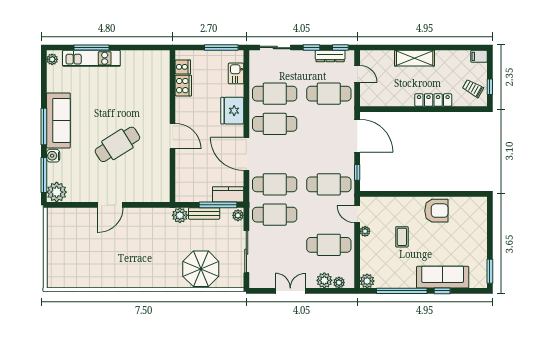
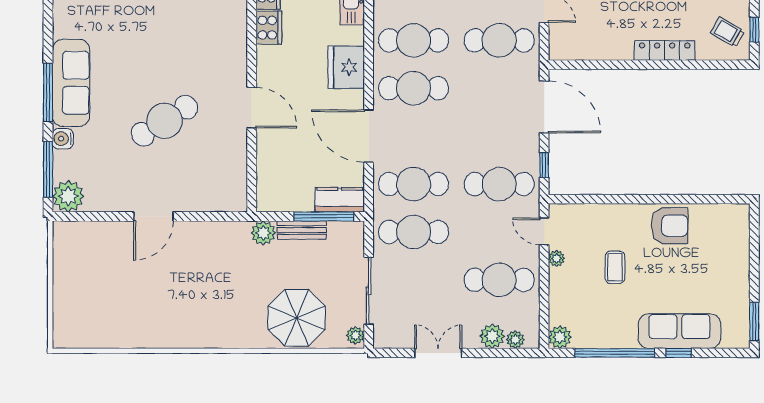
plant: (238, 215) -> (355, 335), moved

